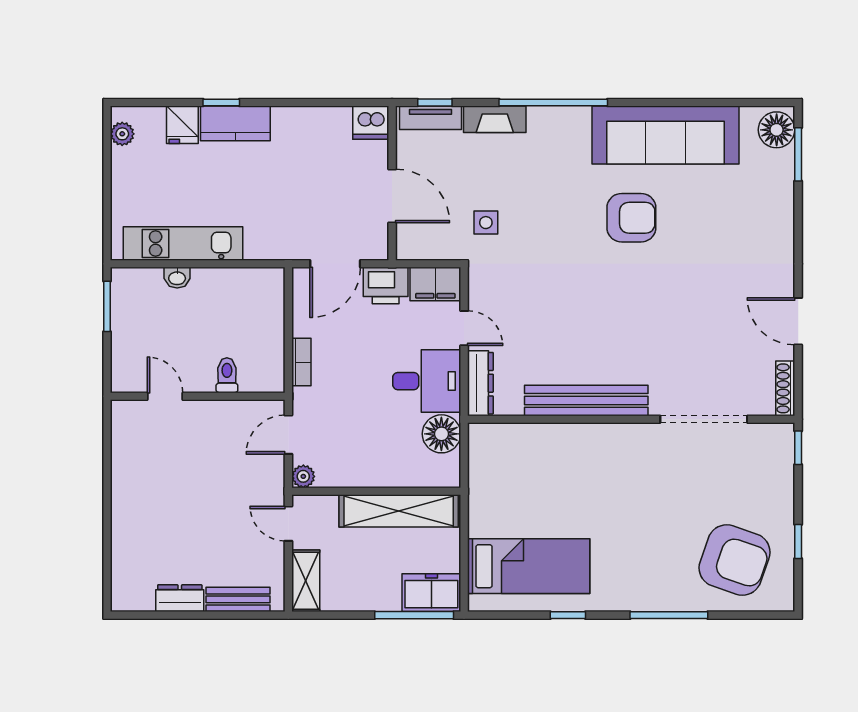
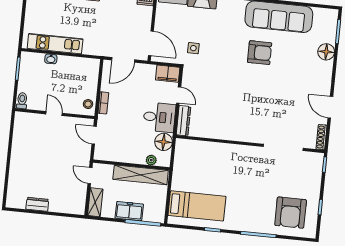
floor lamp: (777, 130) -> (326, 52), moved
door: (392, 196) -> (151, 43), moved
printer: (386, 286) -> (145, 72), removed
stool: (268, 368) -> (88, 104), added
toilet: (227, 375) -> (22, 101), moved
door: (165, 396) -> (54, 114), moved
bench: (586, 400) -> (231, 133), removed
door: (288, 435) -> (94, 135), hinge flipped
plant: (303, 476) -> (151, 160), moved
armchair: (735, 560) -> (291, 213), turned 71
freezer: (431, 593) -> (129, 211), moved
bench: (238, 599) -> (64, 208), removed

